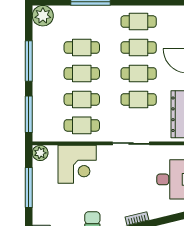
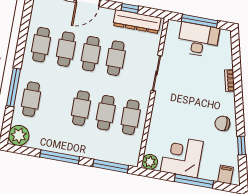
cafe table: (82, 48) -> (31, 99), moved
corner desk: (77, 164) -> (182, 156), moved, turned -90
window: (29, 188) -> (194, 181), moved

